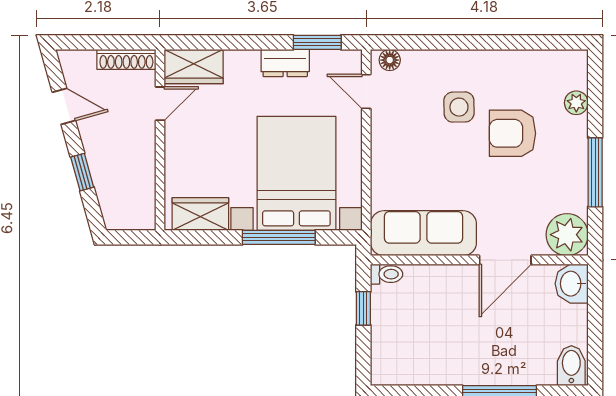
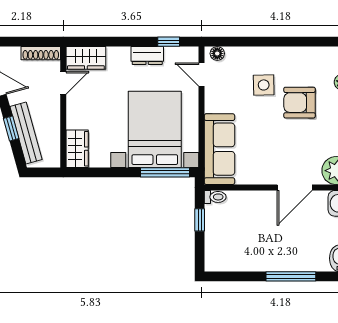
window: (317, 42) -> (169, 42), width x0.67
bench: (104, 179) -> (26, 133), added
wardrobe: (200, 214) -> (77, 149), moved, turned 90
sofa: (423, 233) -> (219, 149), moved, turned 90
window: (279, 237) -> (165, 172), moved

